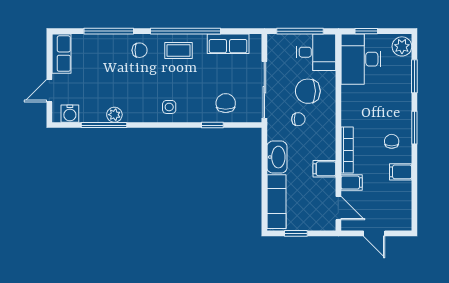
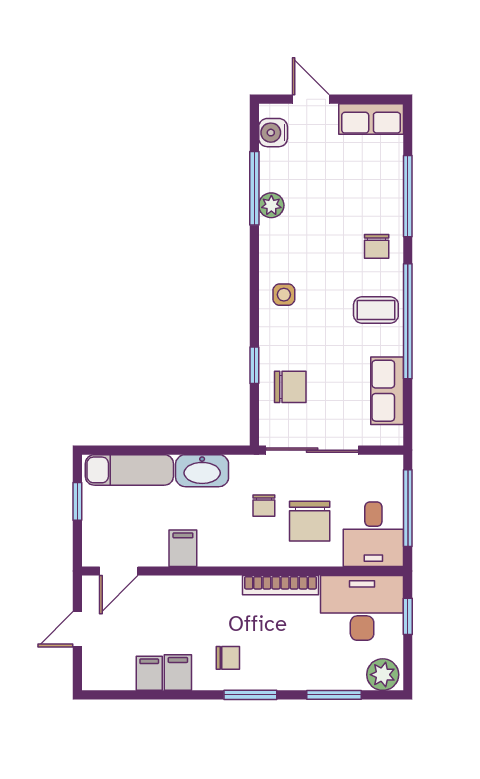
coffee table: (179, 51) -> (376, 310), turned 90
chair: (308, 91) -> (310, 521), turned 180
bookcase: (347, 150) -> (280, 585), moved
filing cabinet: (352, 183) -> (149, 673), moved, turned 180

